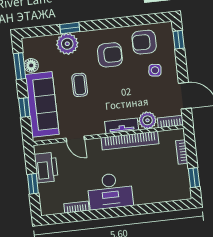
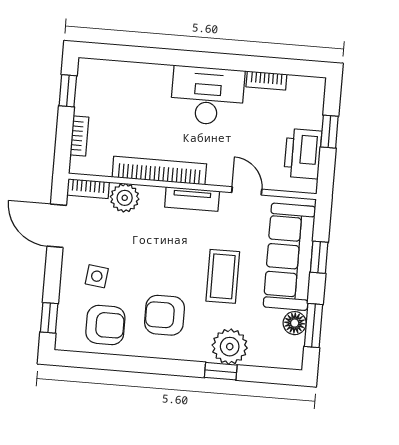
coffee table: (80, 85) -> (223, 276), width x1.36, depth x1.30
tv unit: (122, 126) -> (192, 199), moved

